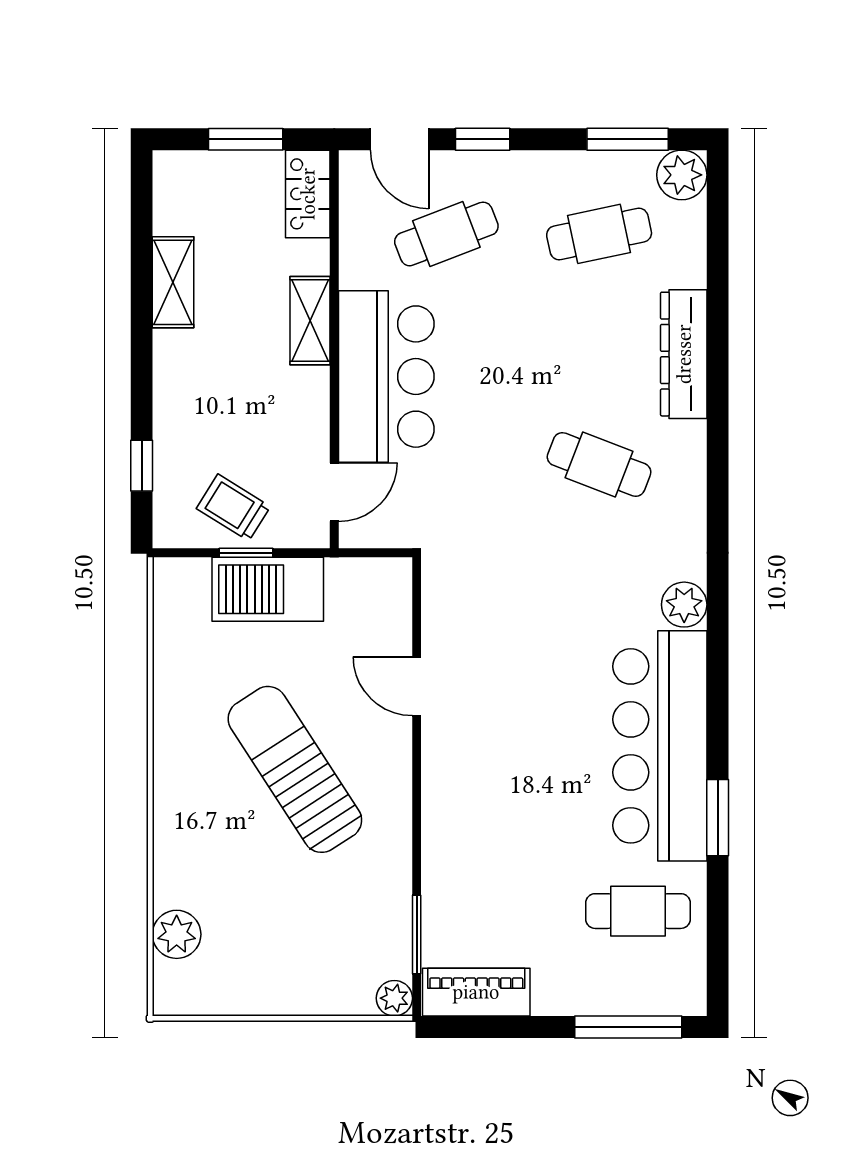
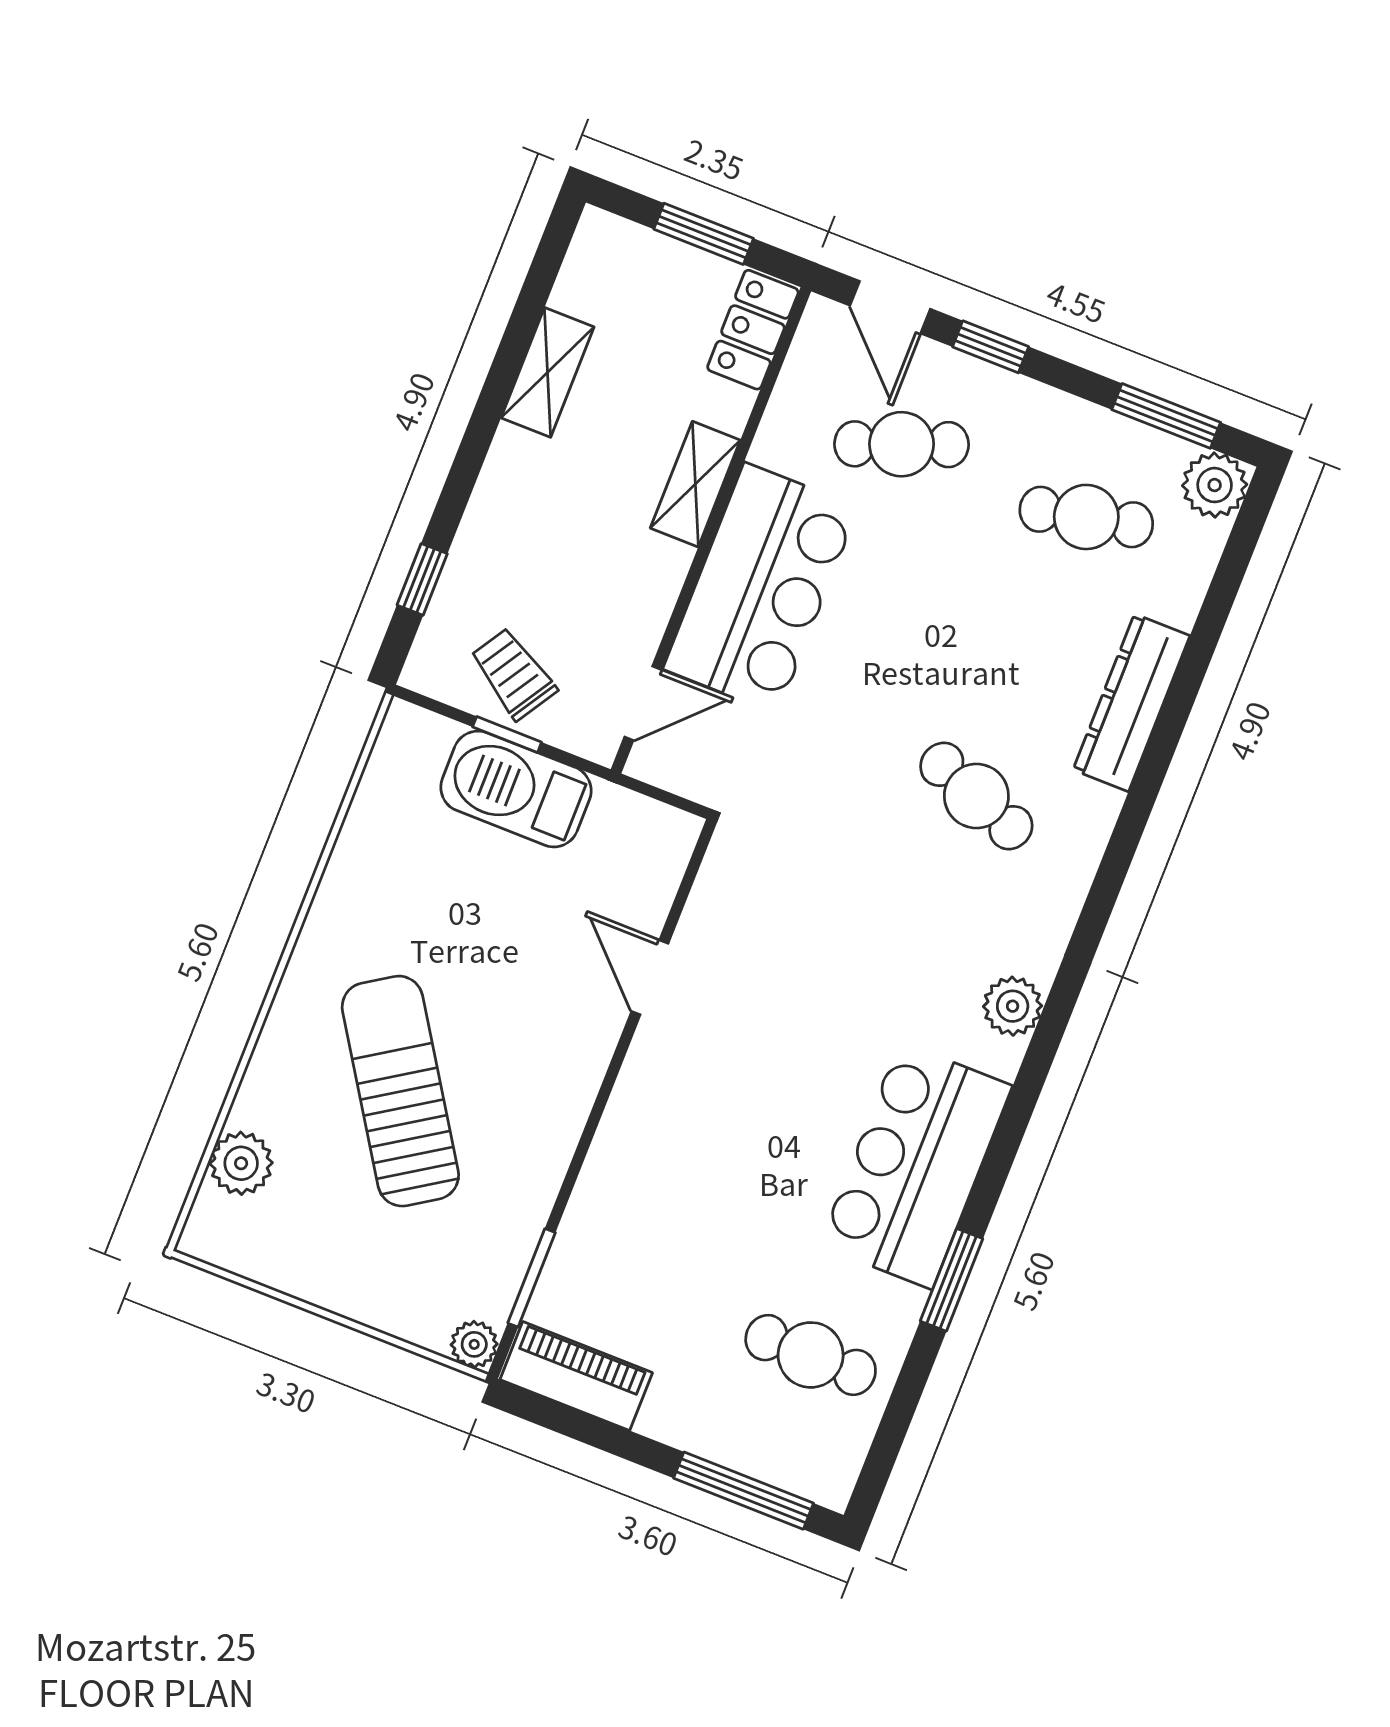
bar counter: (660, 746) -> (916, 1166), width x0.73
sun lounger: (295, 769) -> (400, 1091), moved

